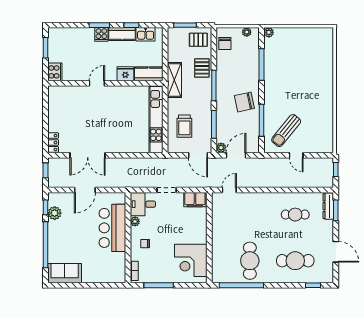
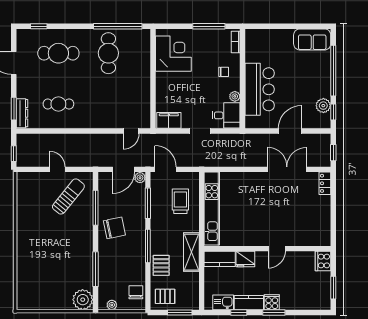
plant: (269, 32) -> (83, 300), width x1.88, depth x1.88

